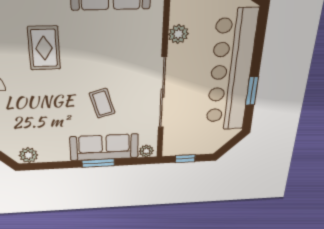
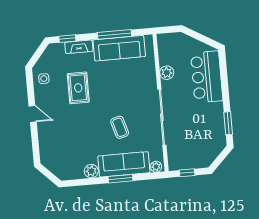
bar counter: (231, 72) -> (207, 77), width x0.54
window: (252, 91) -> (228, 123), moved
plant: (28, 155) -> (91, 171), moved

